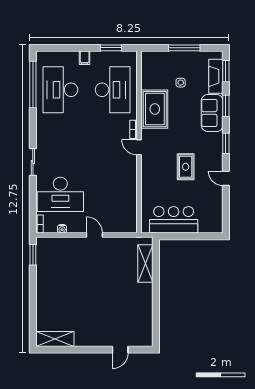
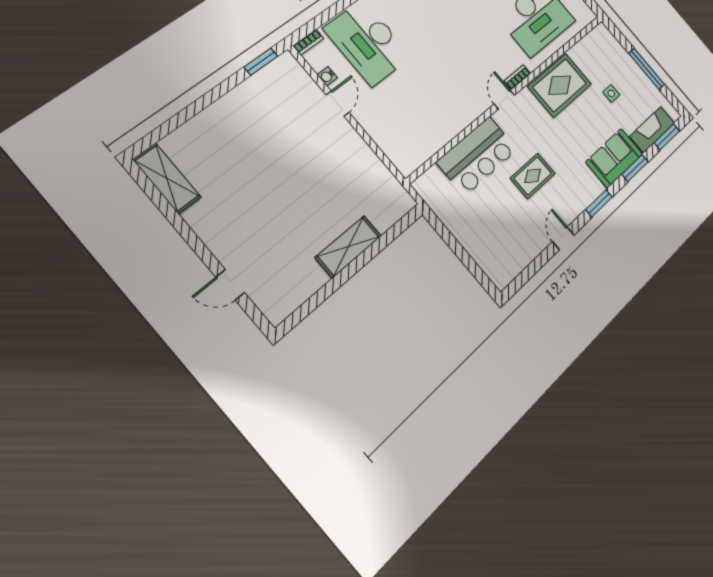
bar counter: (174, 220) -> (477, 156), moved, turned 90
door: (94, 235) -> (338, 104), moved
shelving: (145, 264) -> (348, 247), moved

